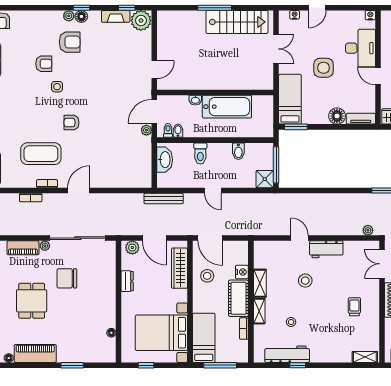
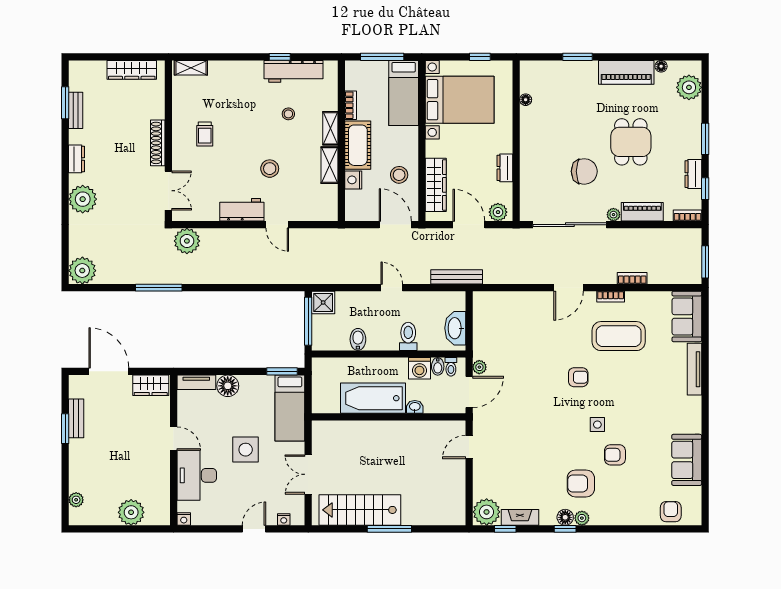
washing machine: (192, 129) -> (419, 368), added
plant: (368, 230) -> (187, 241), width x1.88, depth x1.88

